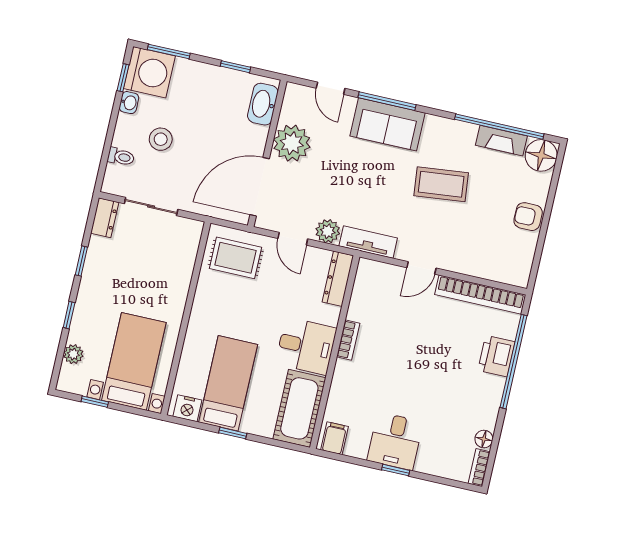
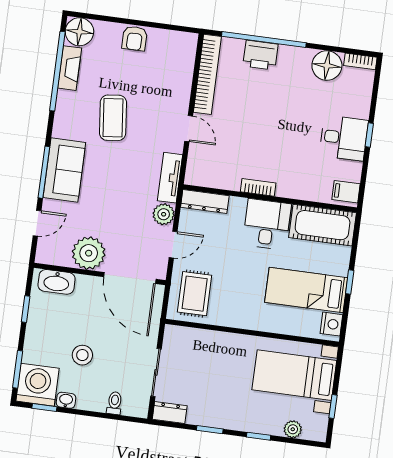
stool: (161, 139) -> (82, 355), moved
floor lamp: (484, 439) -> (327, 66), width x1.89, depth x1.89

